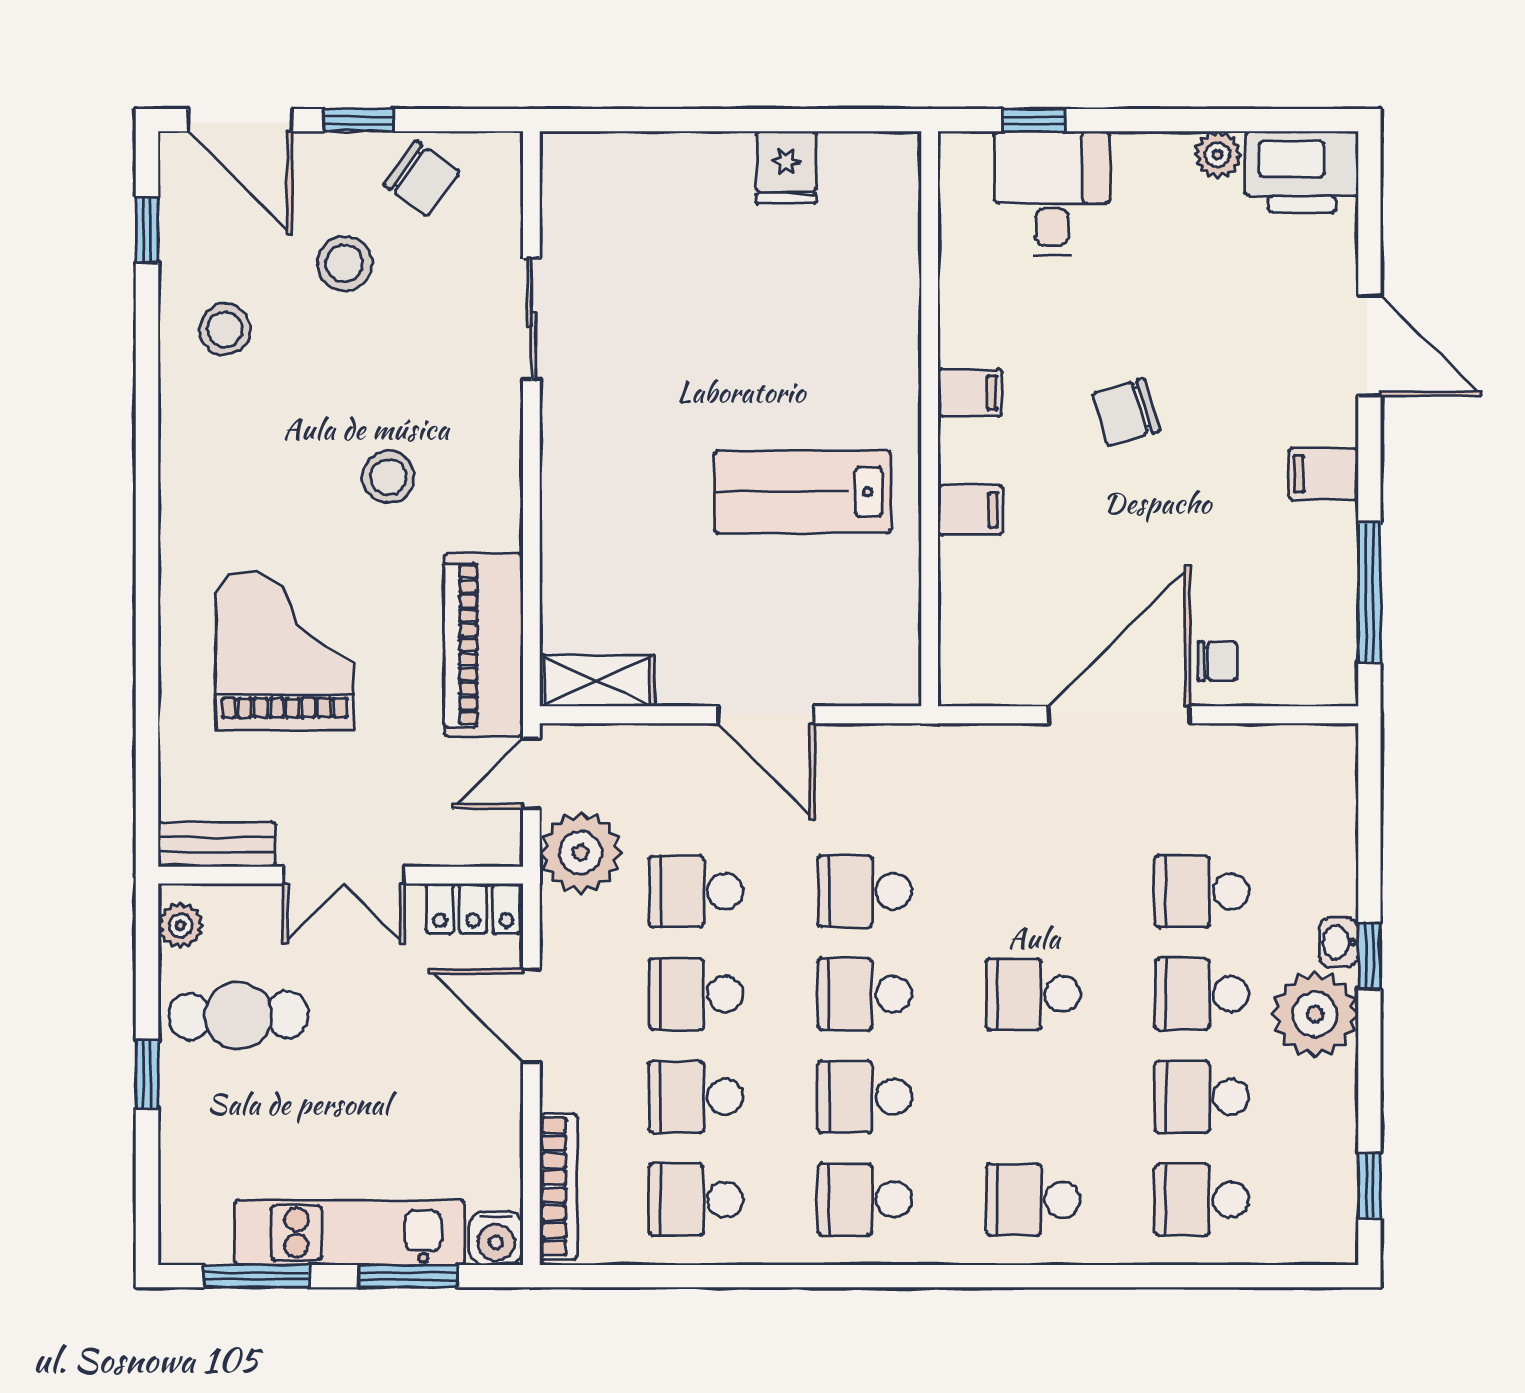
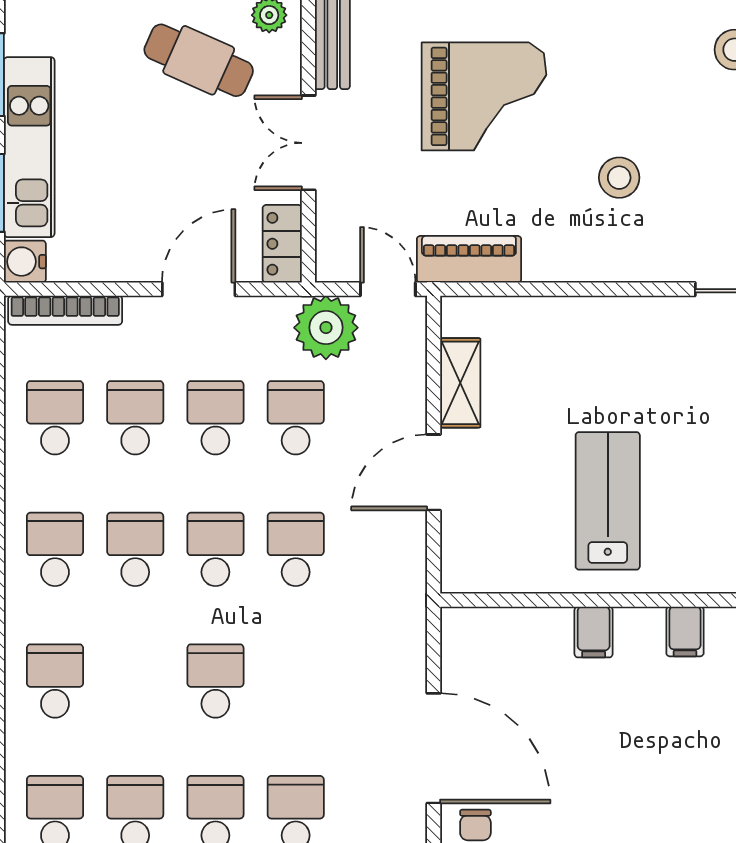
chair: (1126, 412) -> (670, 753), removed
piano: (483, 645) -> (469, 259), width x0.73, depth x0.75
shelving: (597, 681) -> (460, 383), moved
cafe table: (238, 1016) -> (199, 60), turned -65

